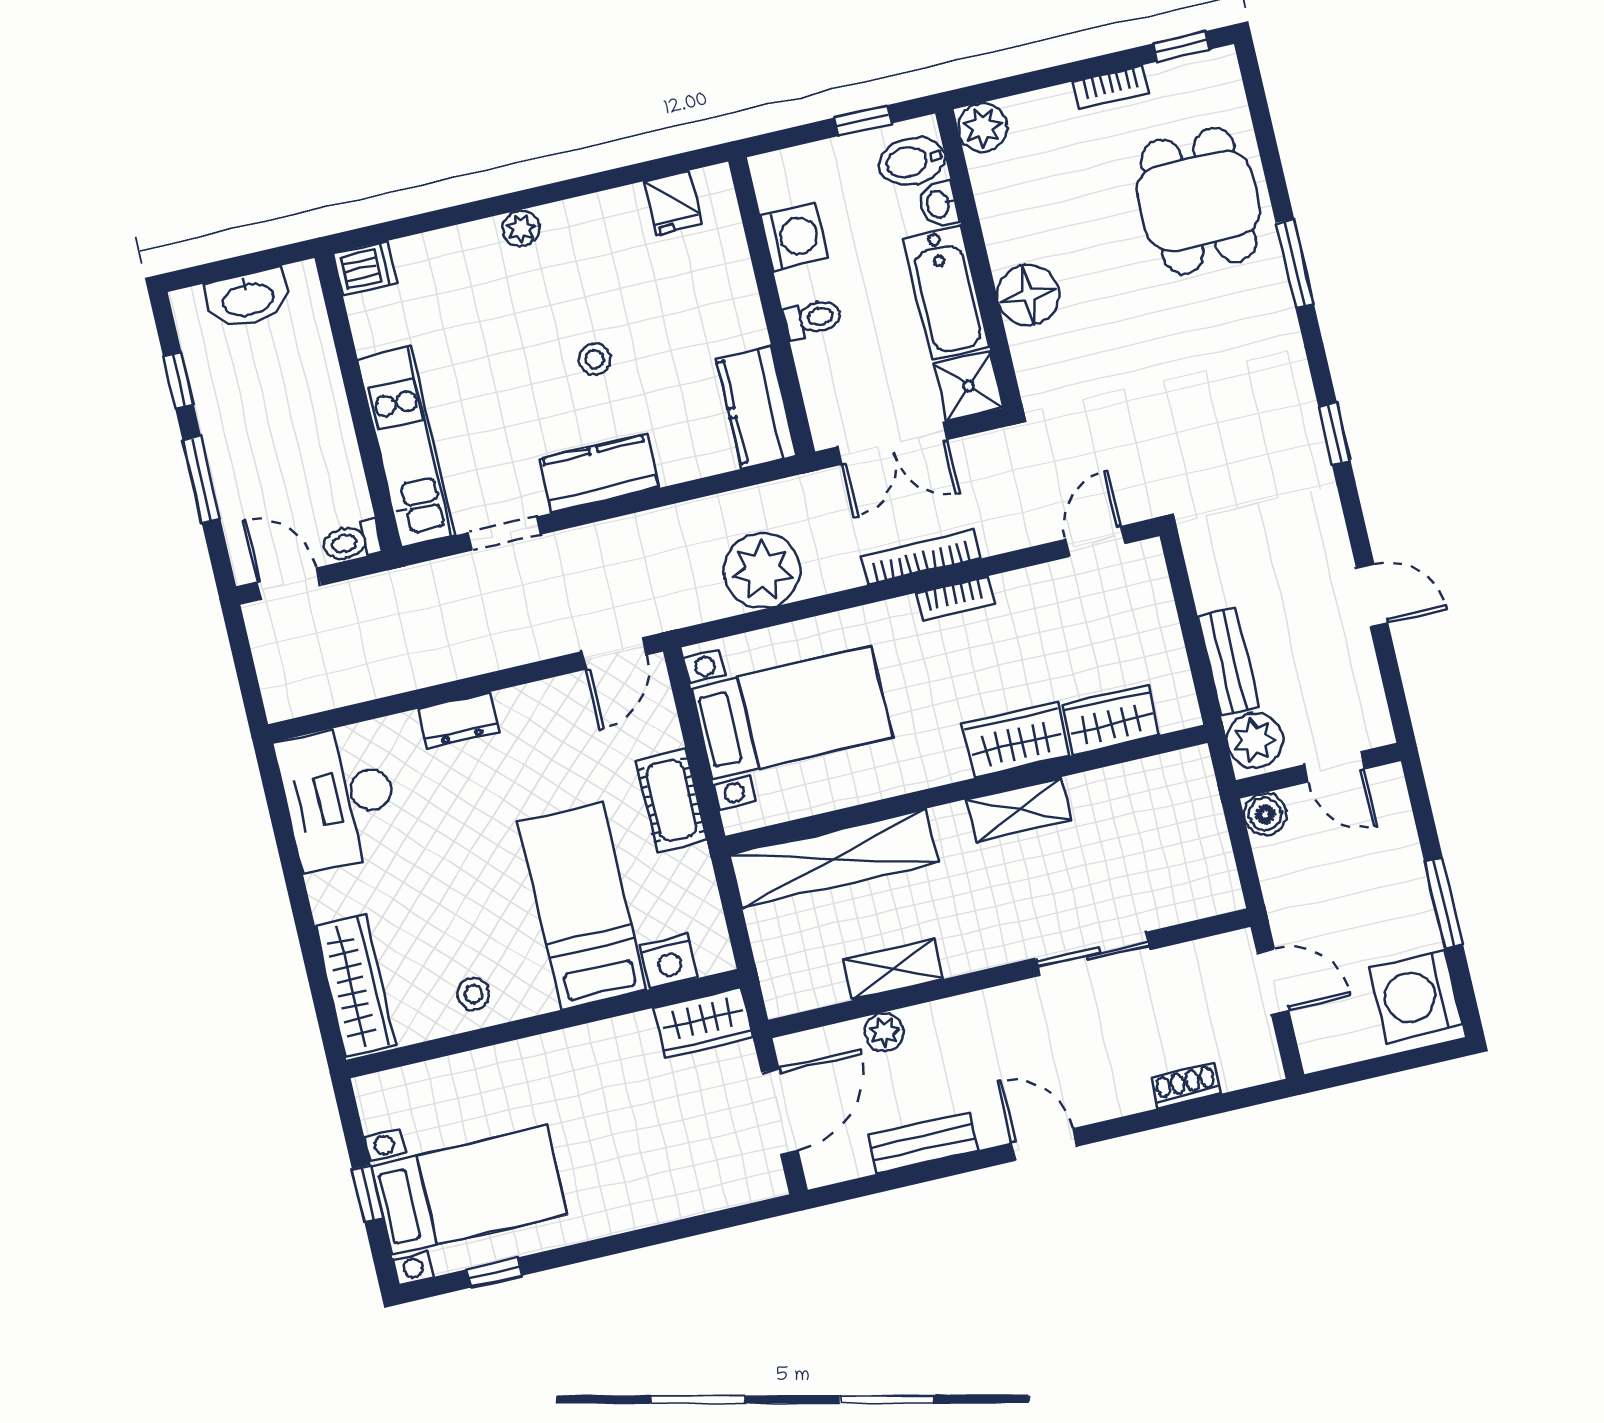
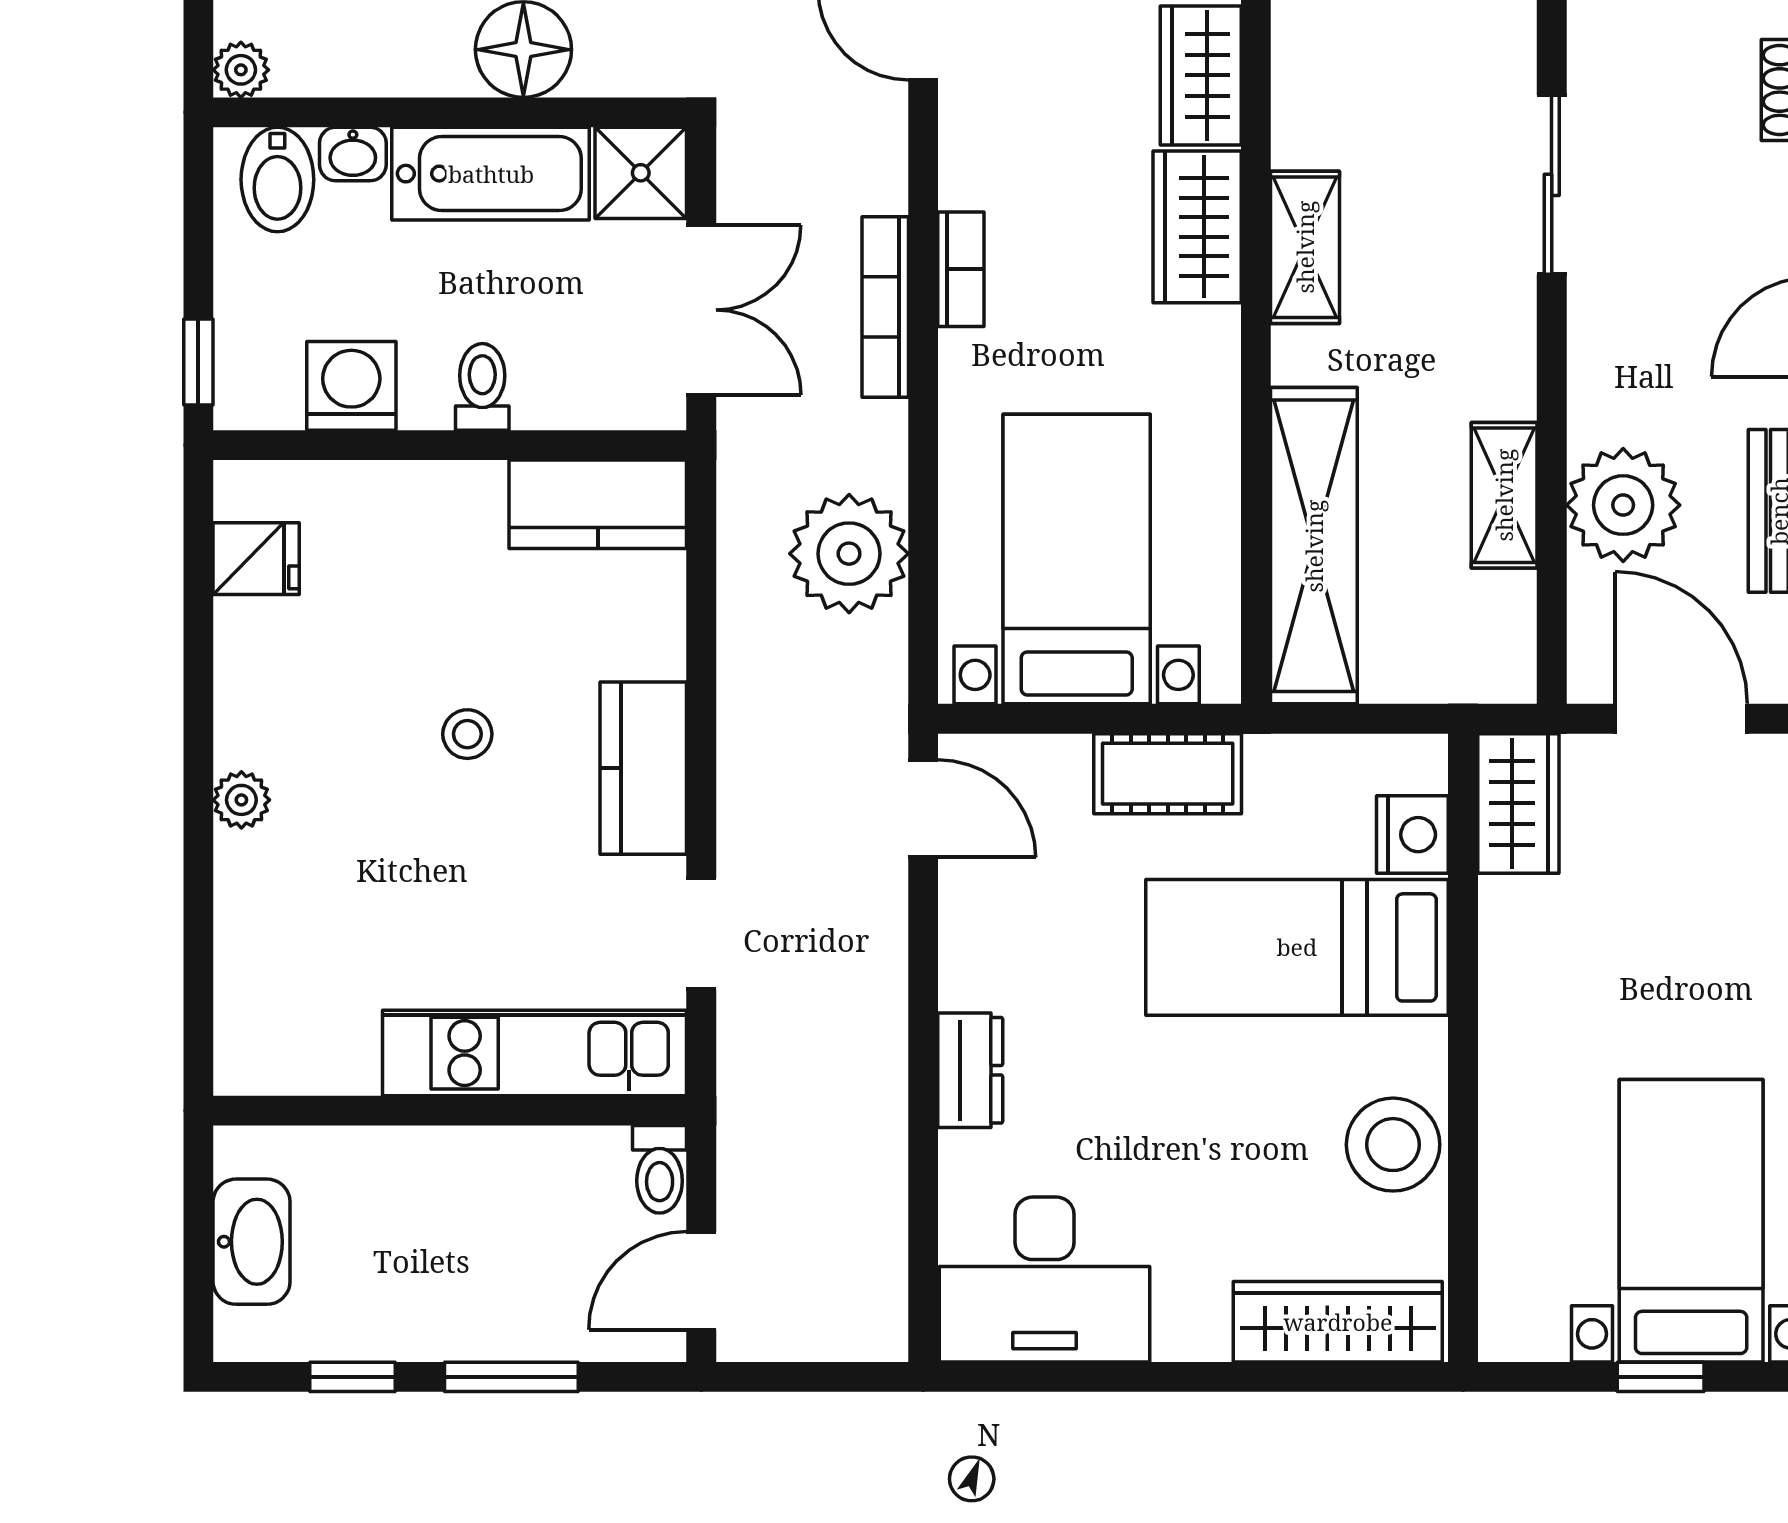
window: (863, 121) -> (198, 362), moved
plant: (983, 127) -> (241, 70), width x0.73, depth x0.73
dishwasher: (365, 268) -> (247, 1052), removed
stool: (473, 994) -> (1393, 1145), width x1.89, depth x1.89
plant: (884, 1032) -> (1623, 505), width x1.87, depth x1.87

